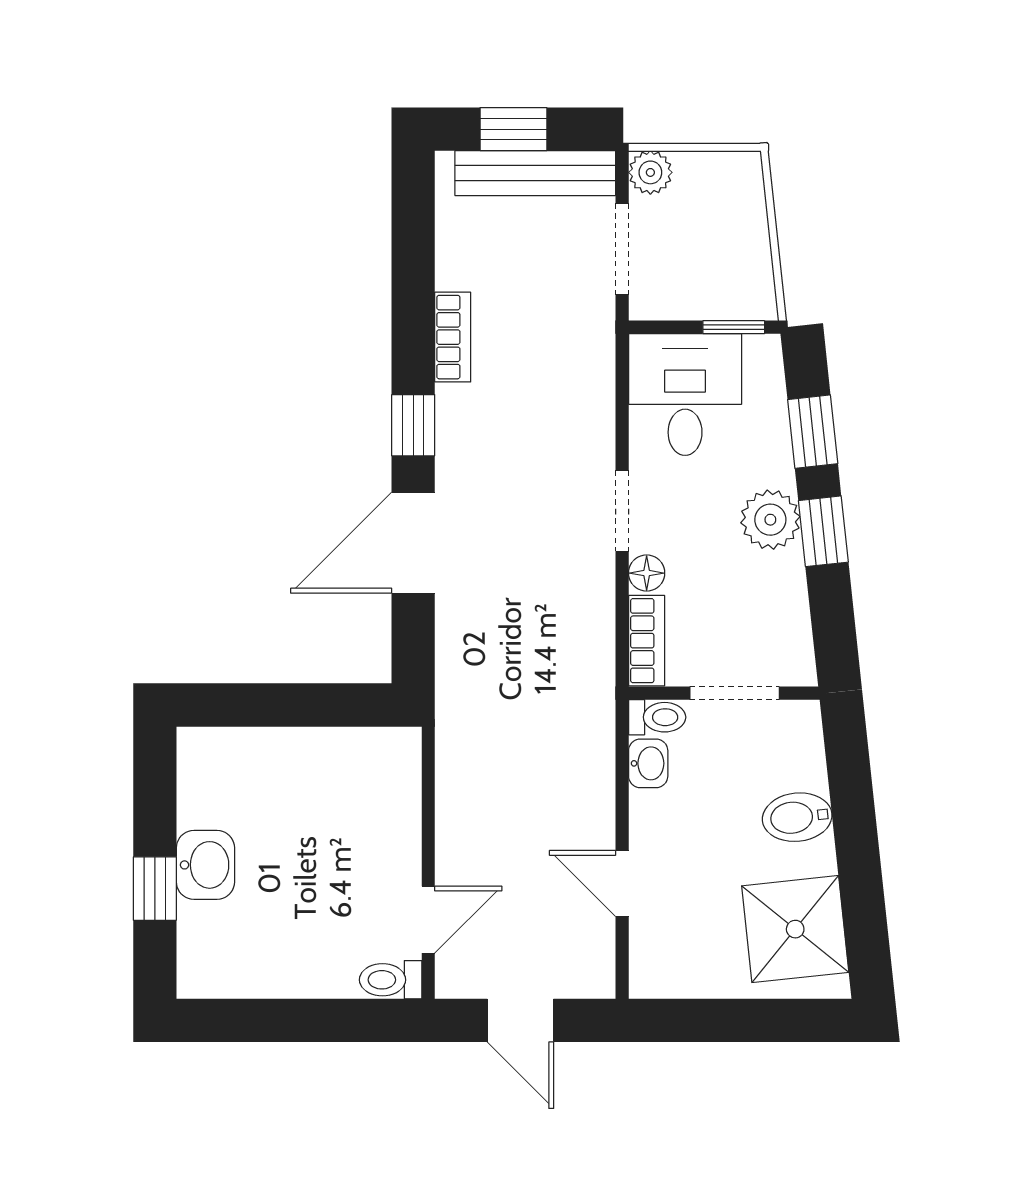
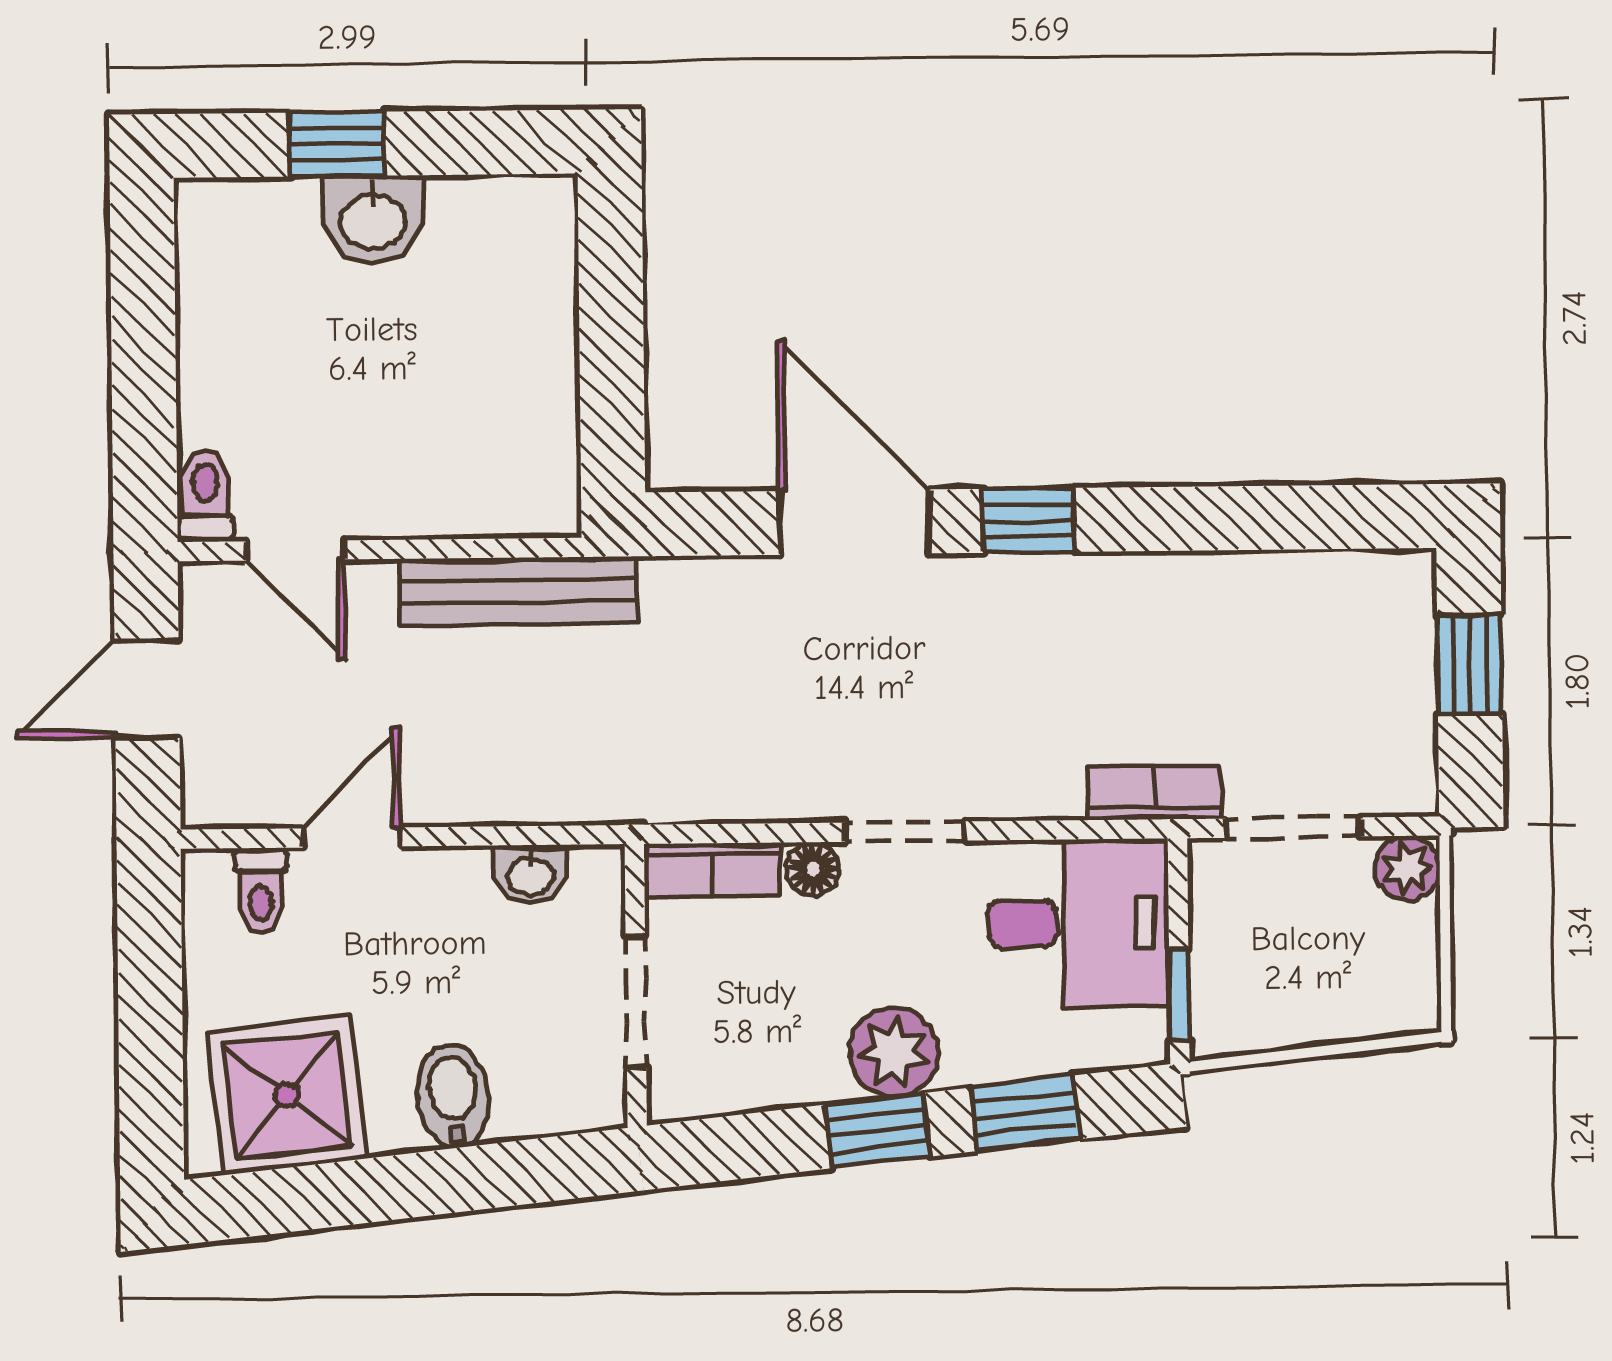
bench: (535, 173) -> (518, 591), moved, turned 90
bookcase: (453, 337) -> (1154, 793), moved, turned 180
toilet: (657, 717) -> (261, 890), moved

